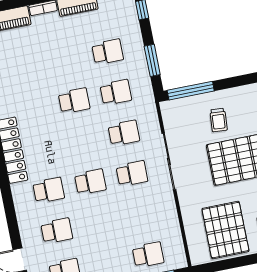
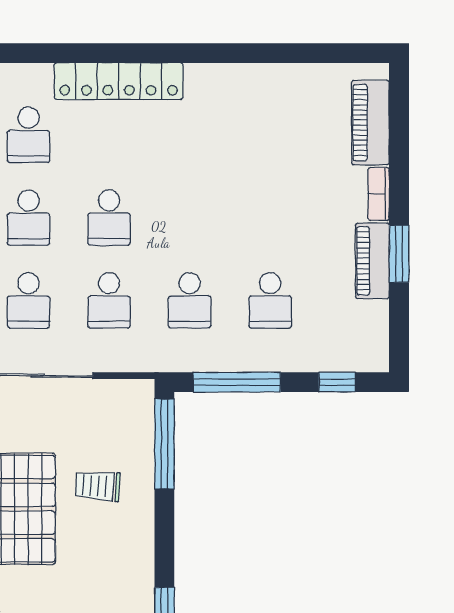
window: (152, 60) -> (237, 382), width x1.44
school desk: (74, 101) -> (109, 218), moved

